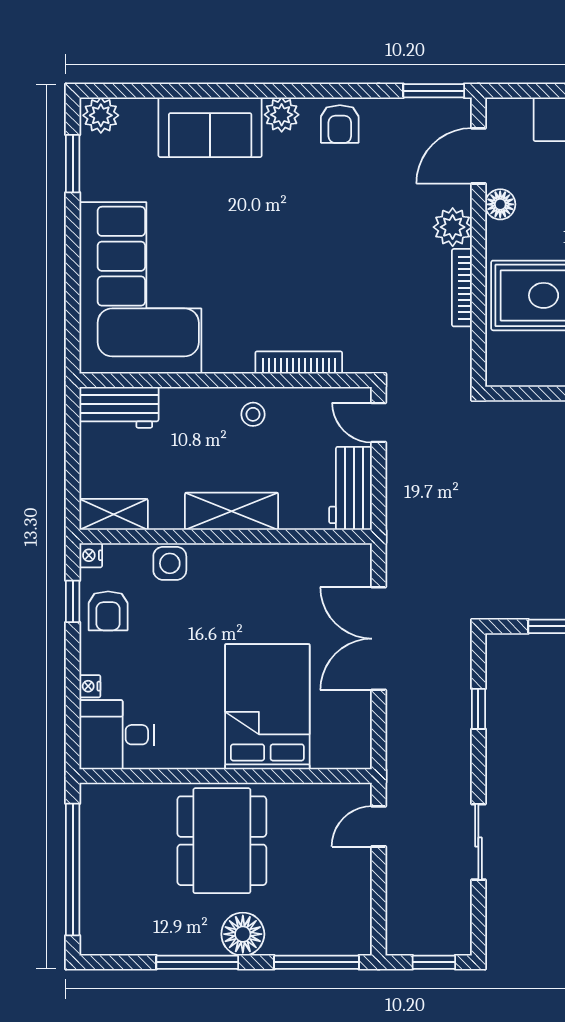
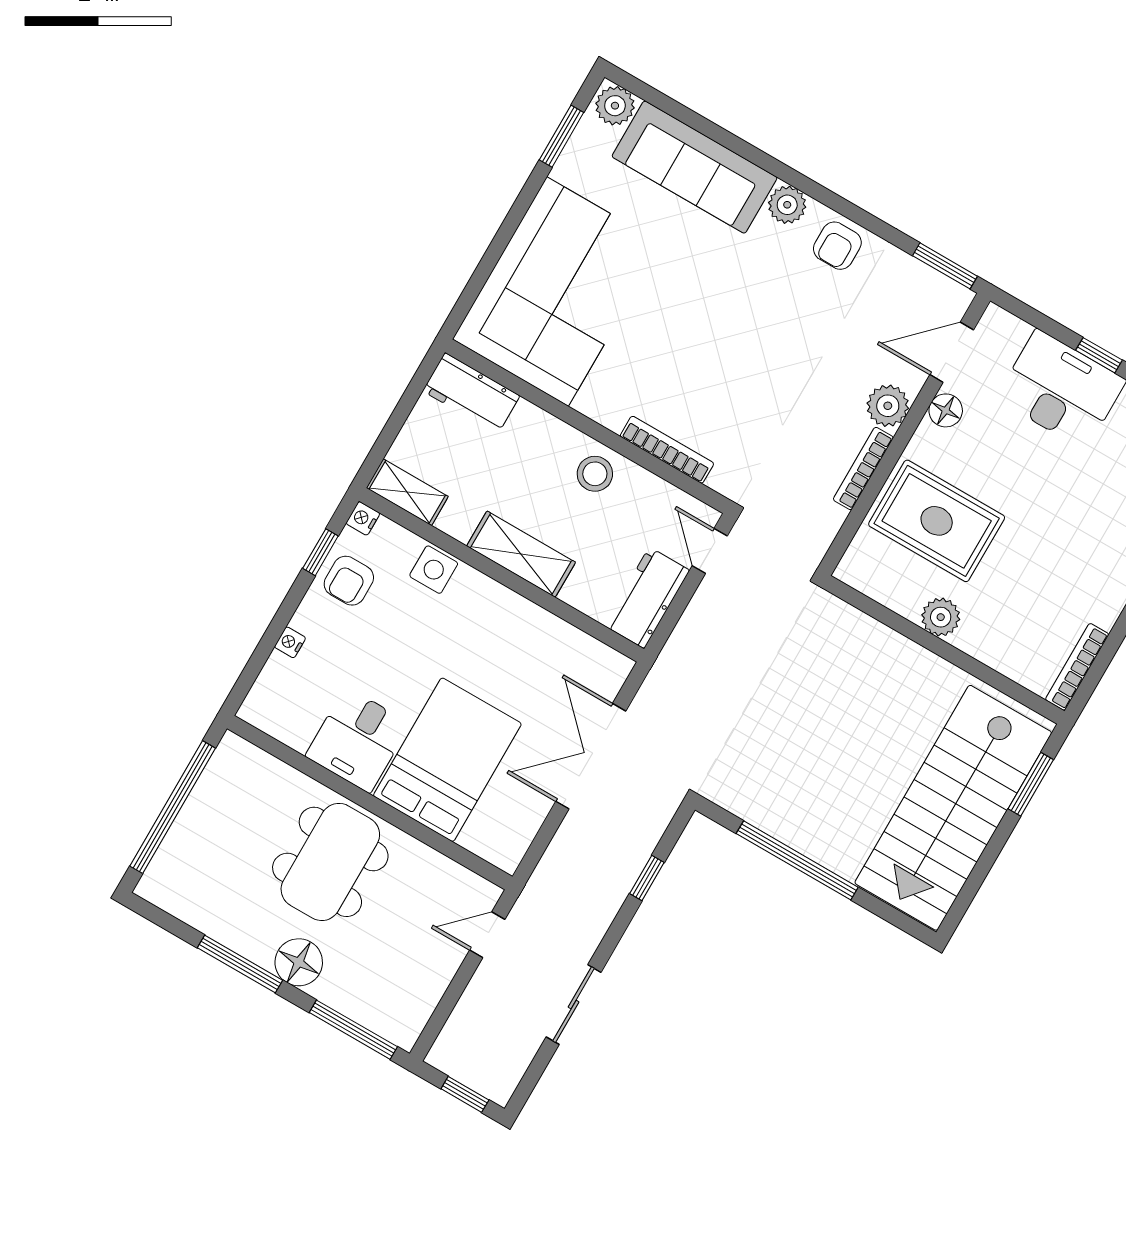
sofa: (210, 127) -> (695, 167), width x1.36
stool: (253, 414) -> (595, 474), width x1.37, depth x1.37
desk: (117, 735) -> (358, 740), moved, turned -90

